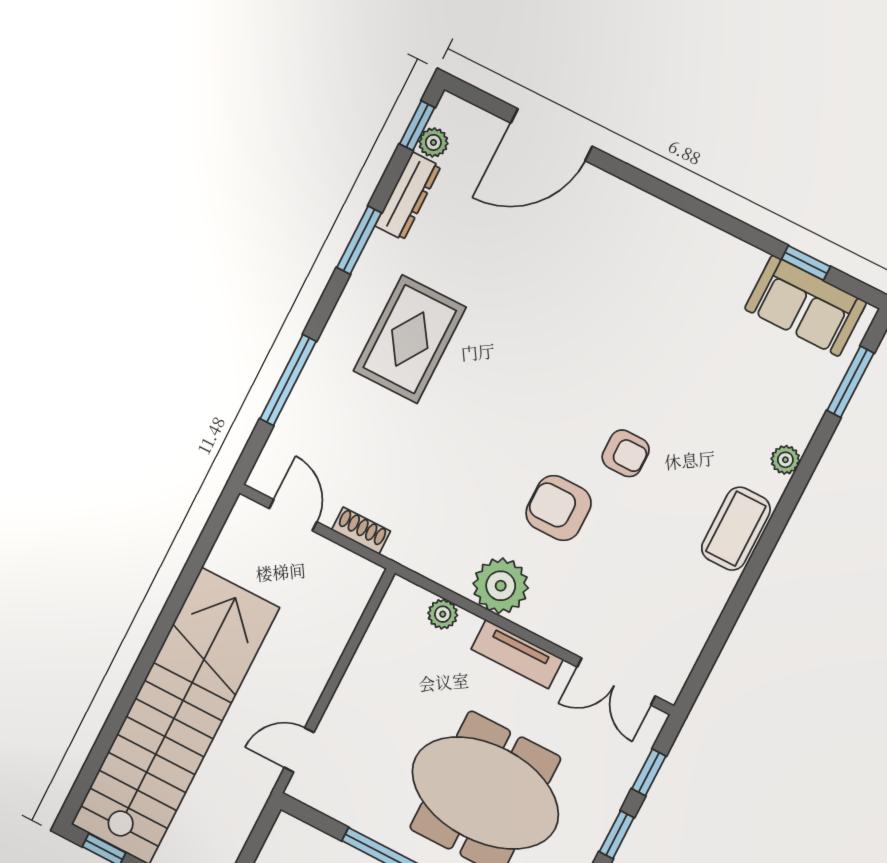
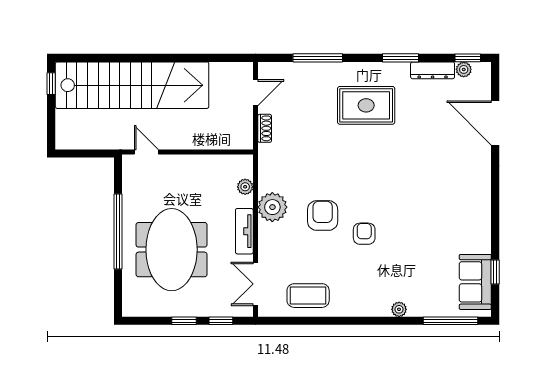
window: (851, 382) -> (451, 321), width x1.44
armchair: (626, 453) -> (364, 234), turned 180
coffee table: (736, 529) -> (308, 296), moved

